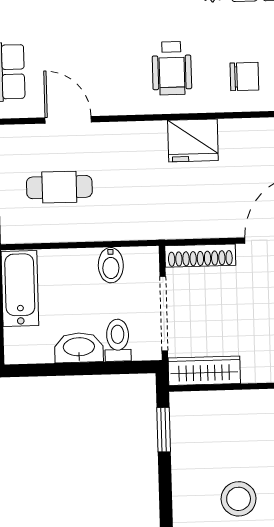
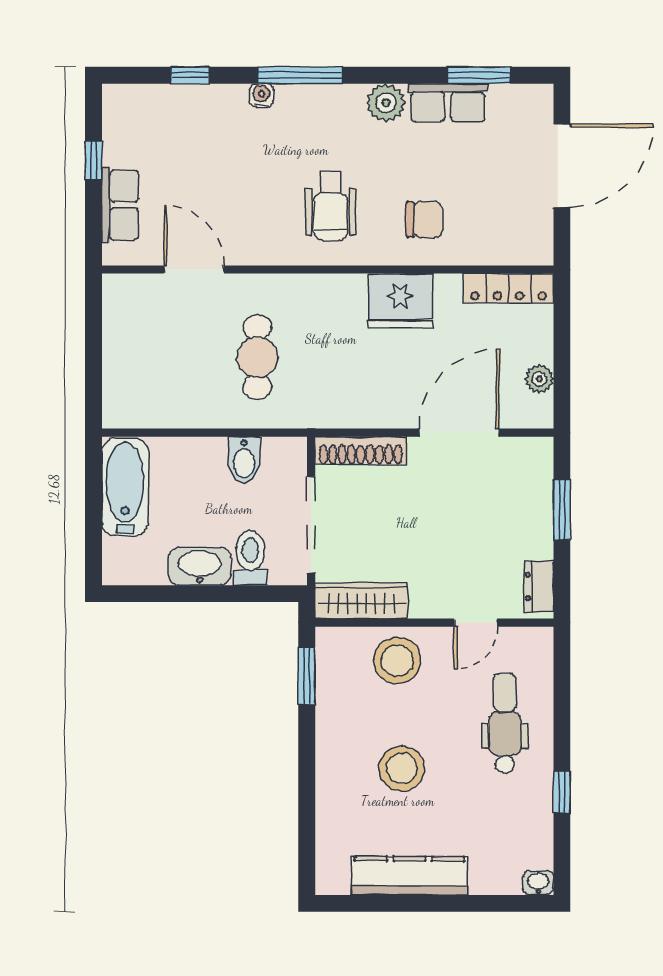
fridge: (193, 140) -> (400, 301), moved
cafe table: (59, 187) -> (257, 357), moved, turned 90
stool: (233, 416) -> (397, 660), added

